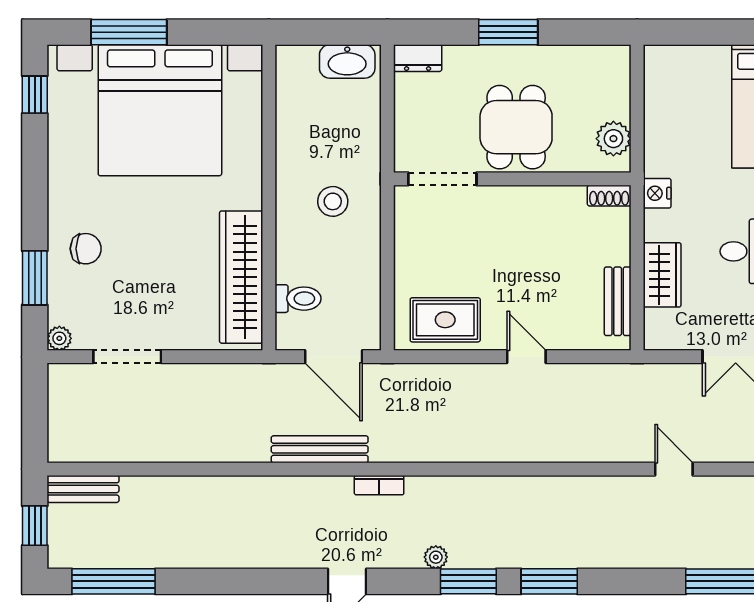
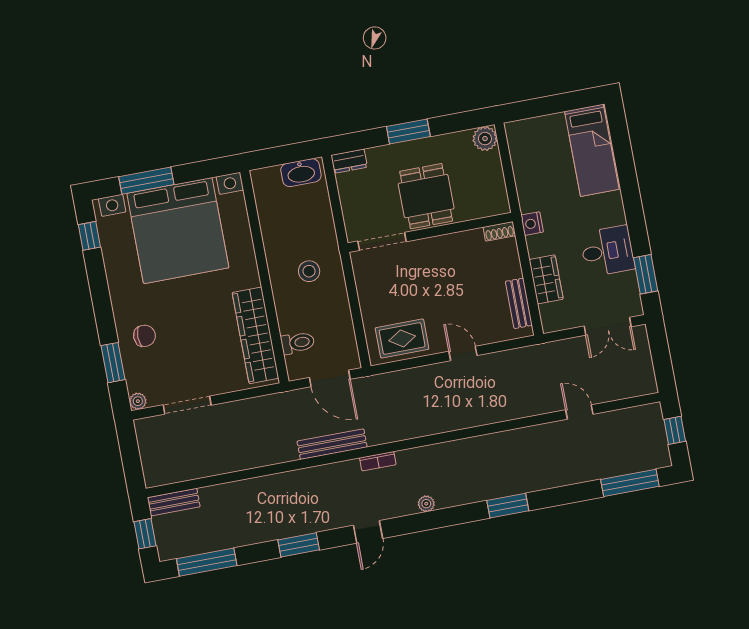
plant: (613, 139) -> (485, 139), moved
window: (468, 581) -> (299, 545), moved

